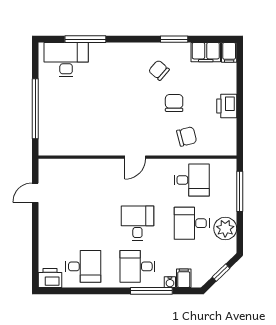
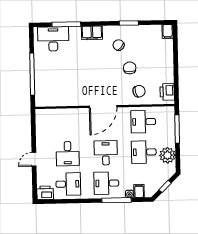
filing cabinet: (206, 52) -> (92, 33), moved
printer: (227, 106) -> (167, 92), moved
door: (135, 157) -> (103, 106), width x1.87
desk: (192, 180) -> (143, 122), turned 180
door: (35, 193) -> (34, 159), moved
desk: (83, 223) -> (68, 154), added

